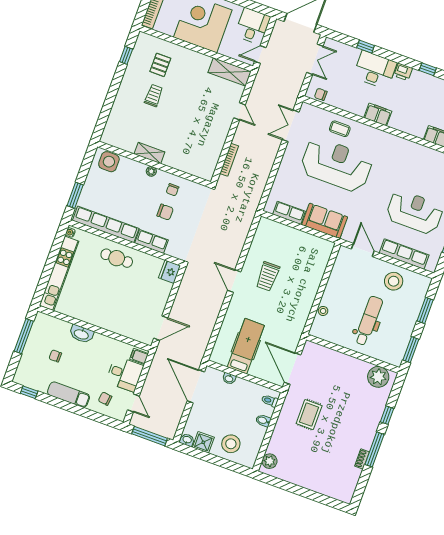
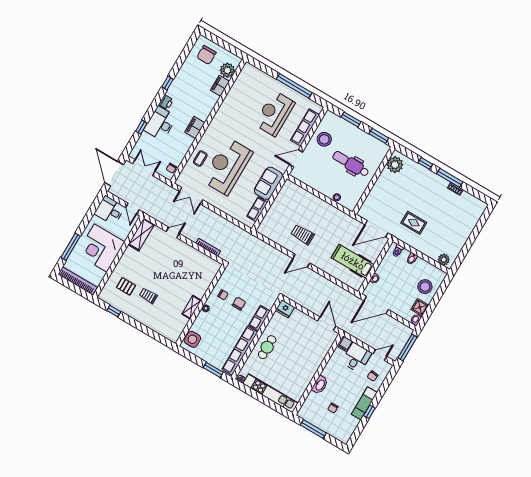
trolley: (268, 276) -> (303, 235), turned 180
window: (29, 392) -> (369, 412), moved

